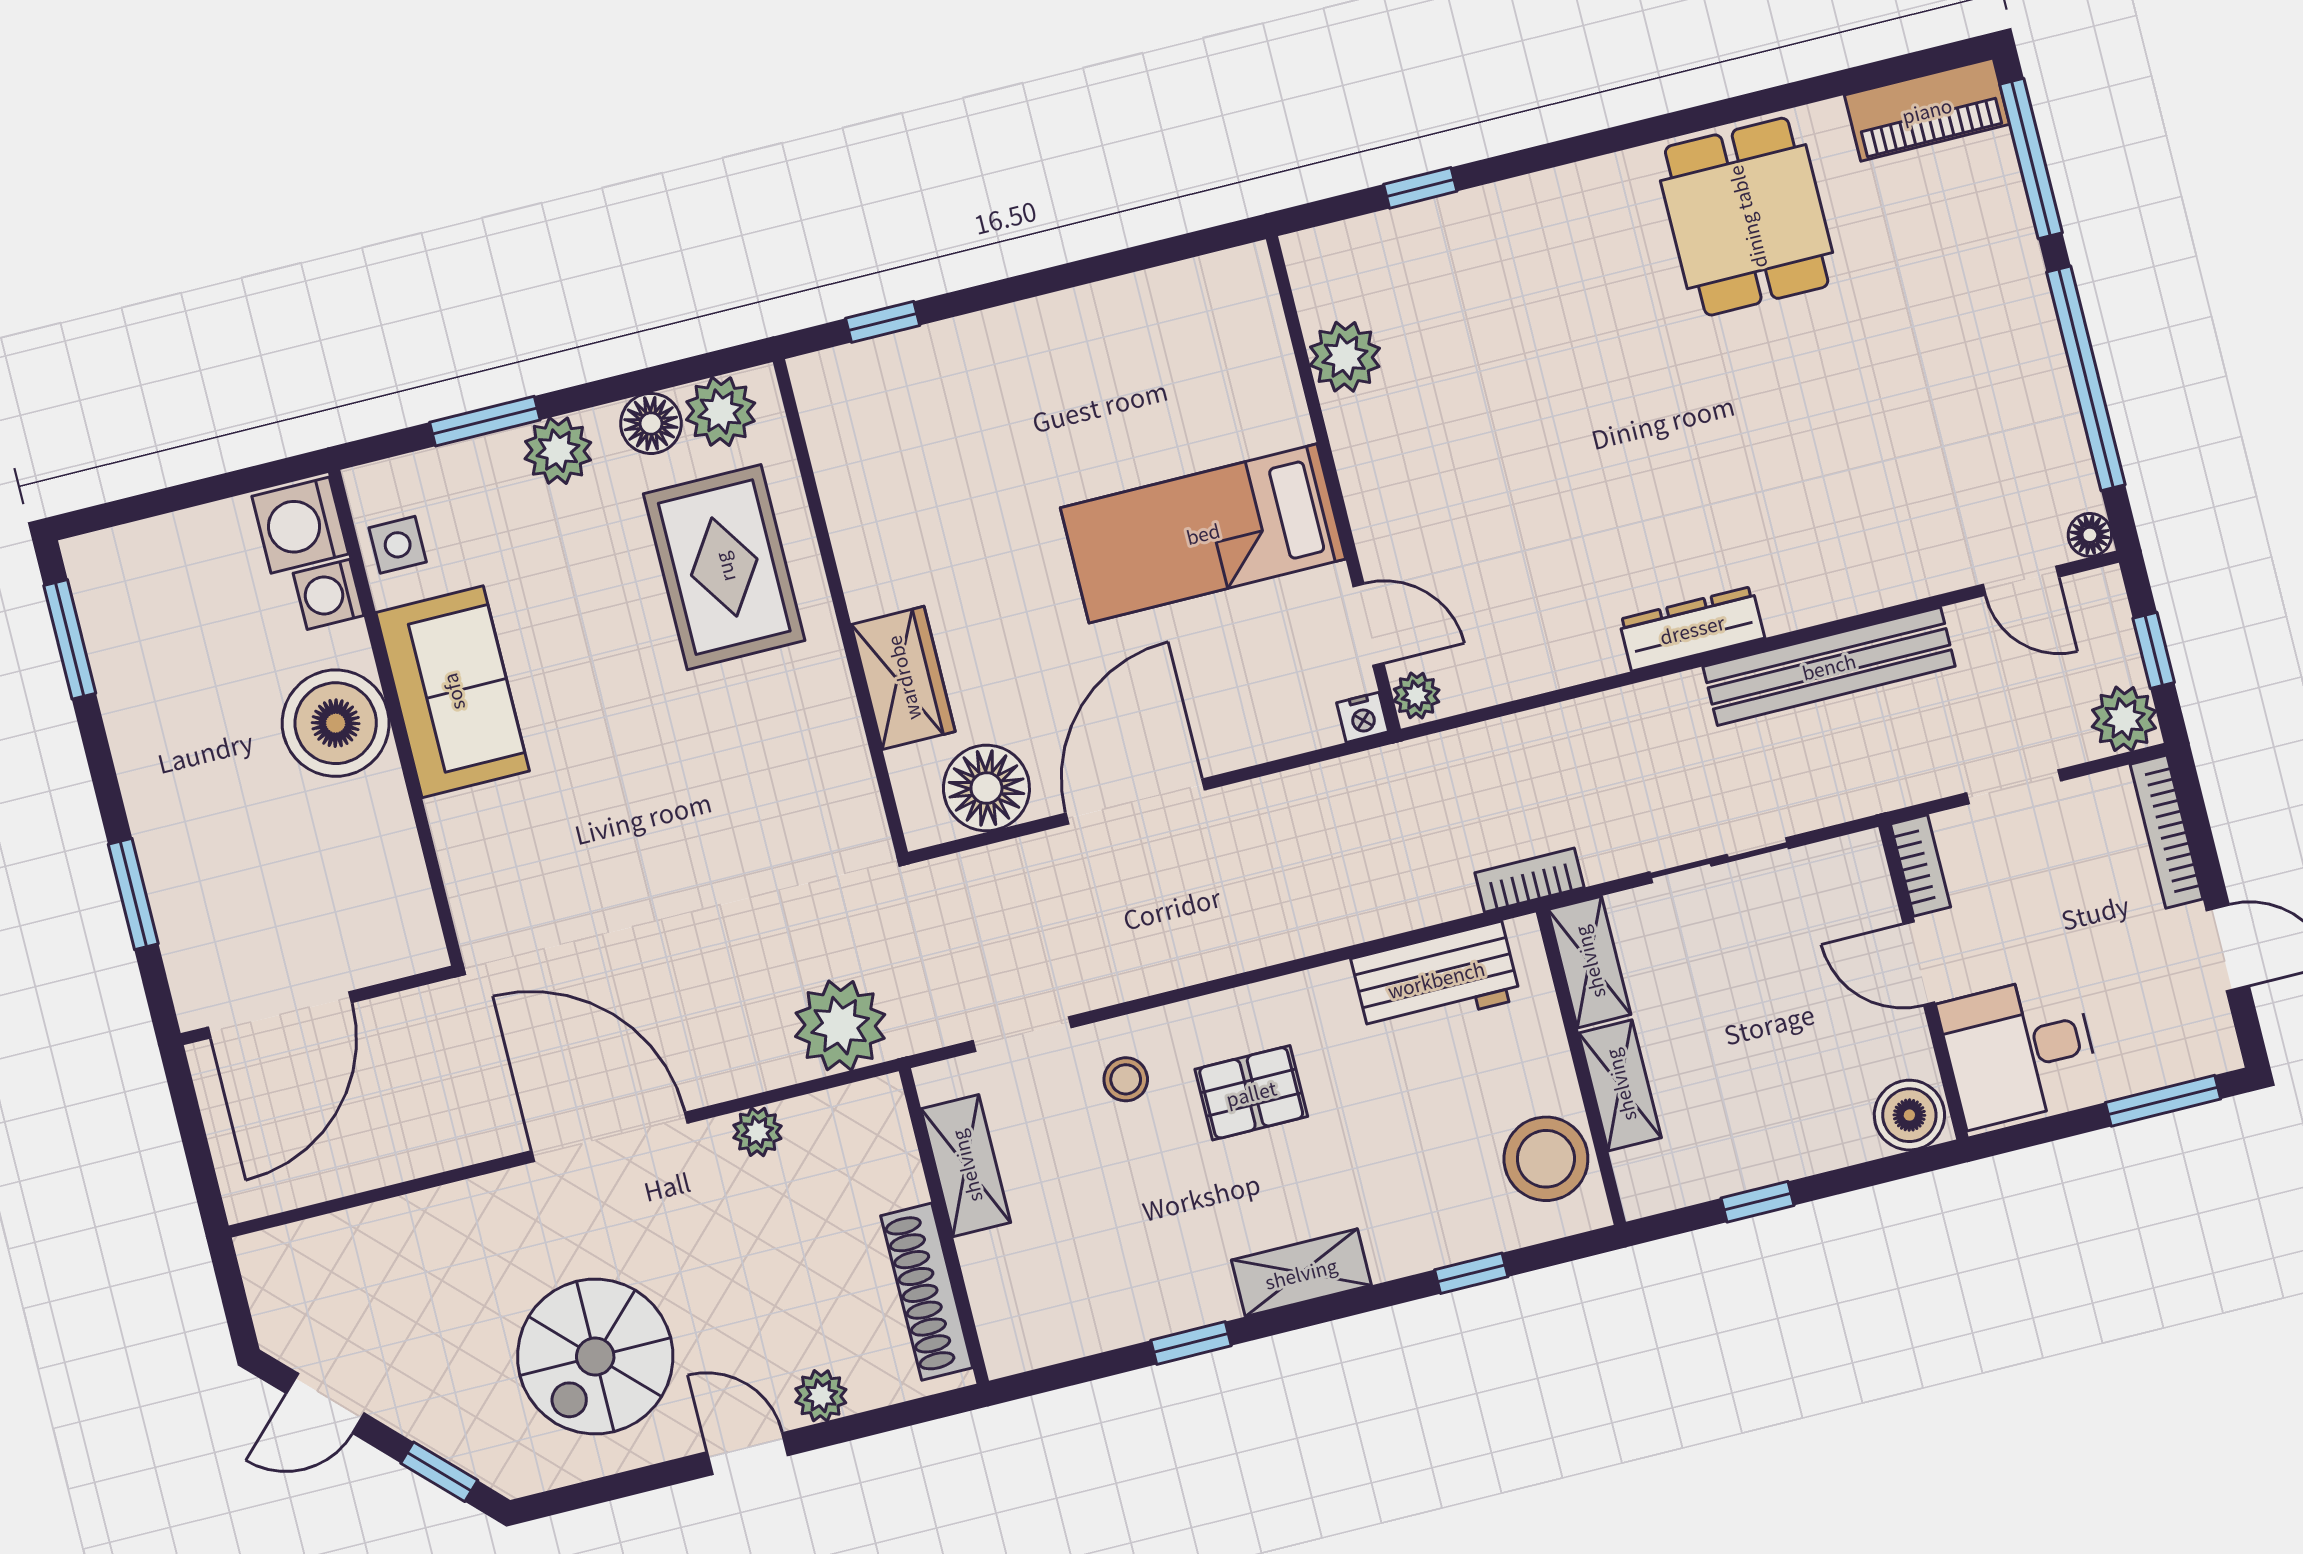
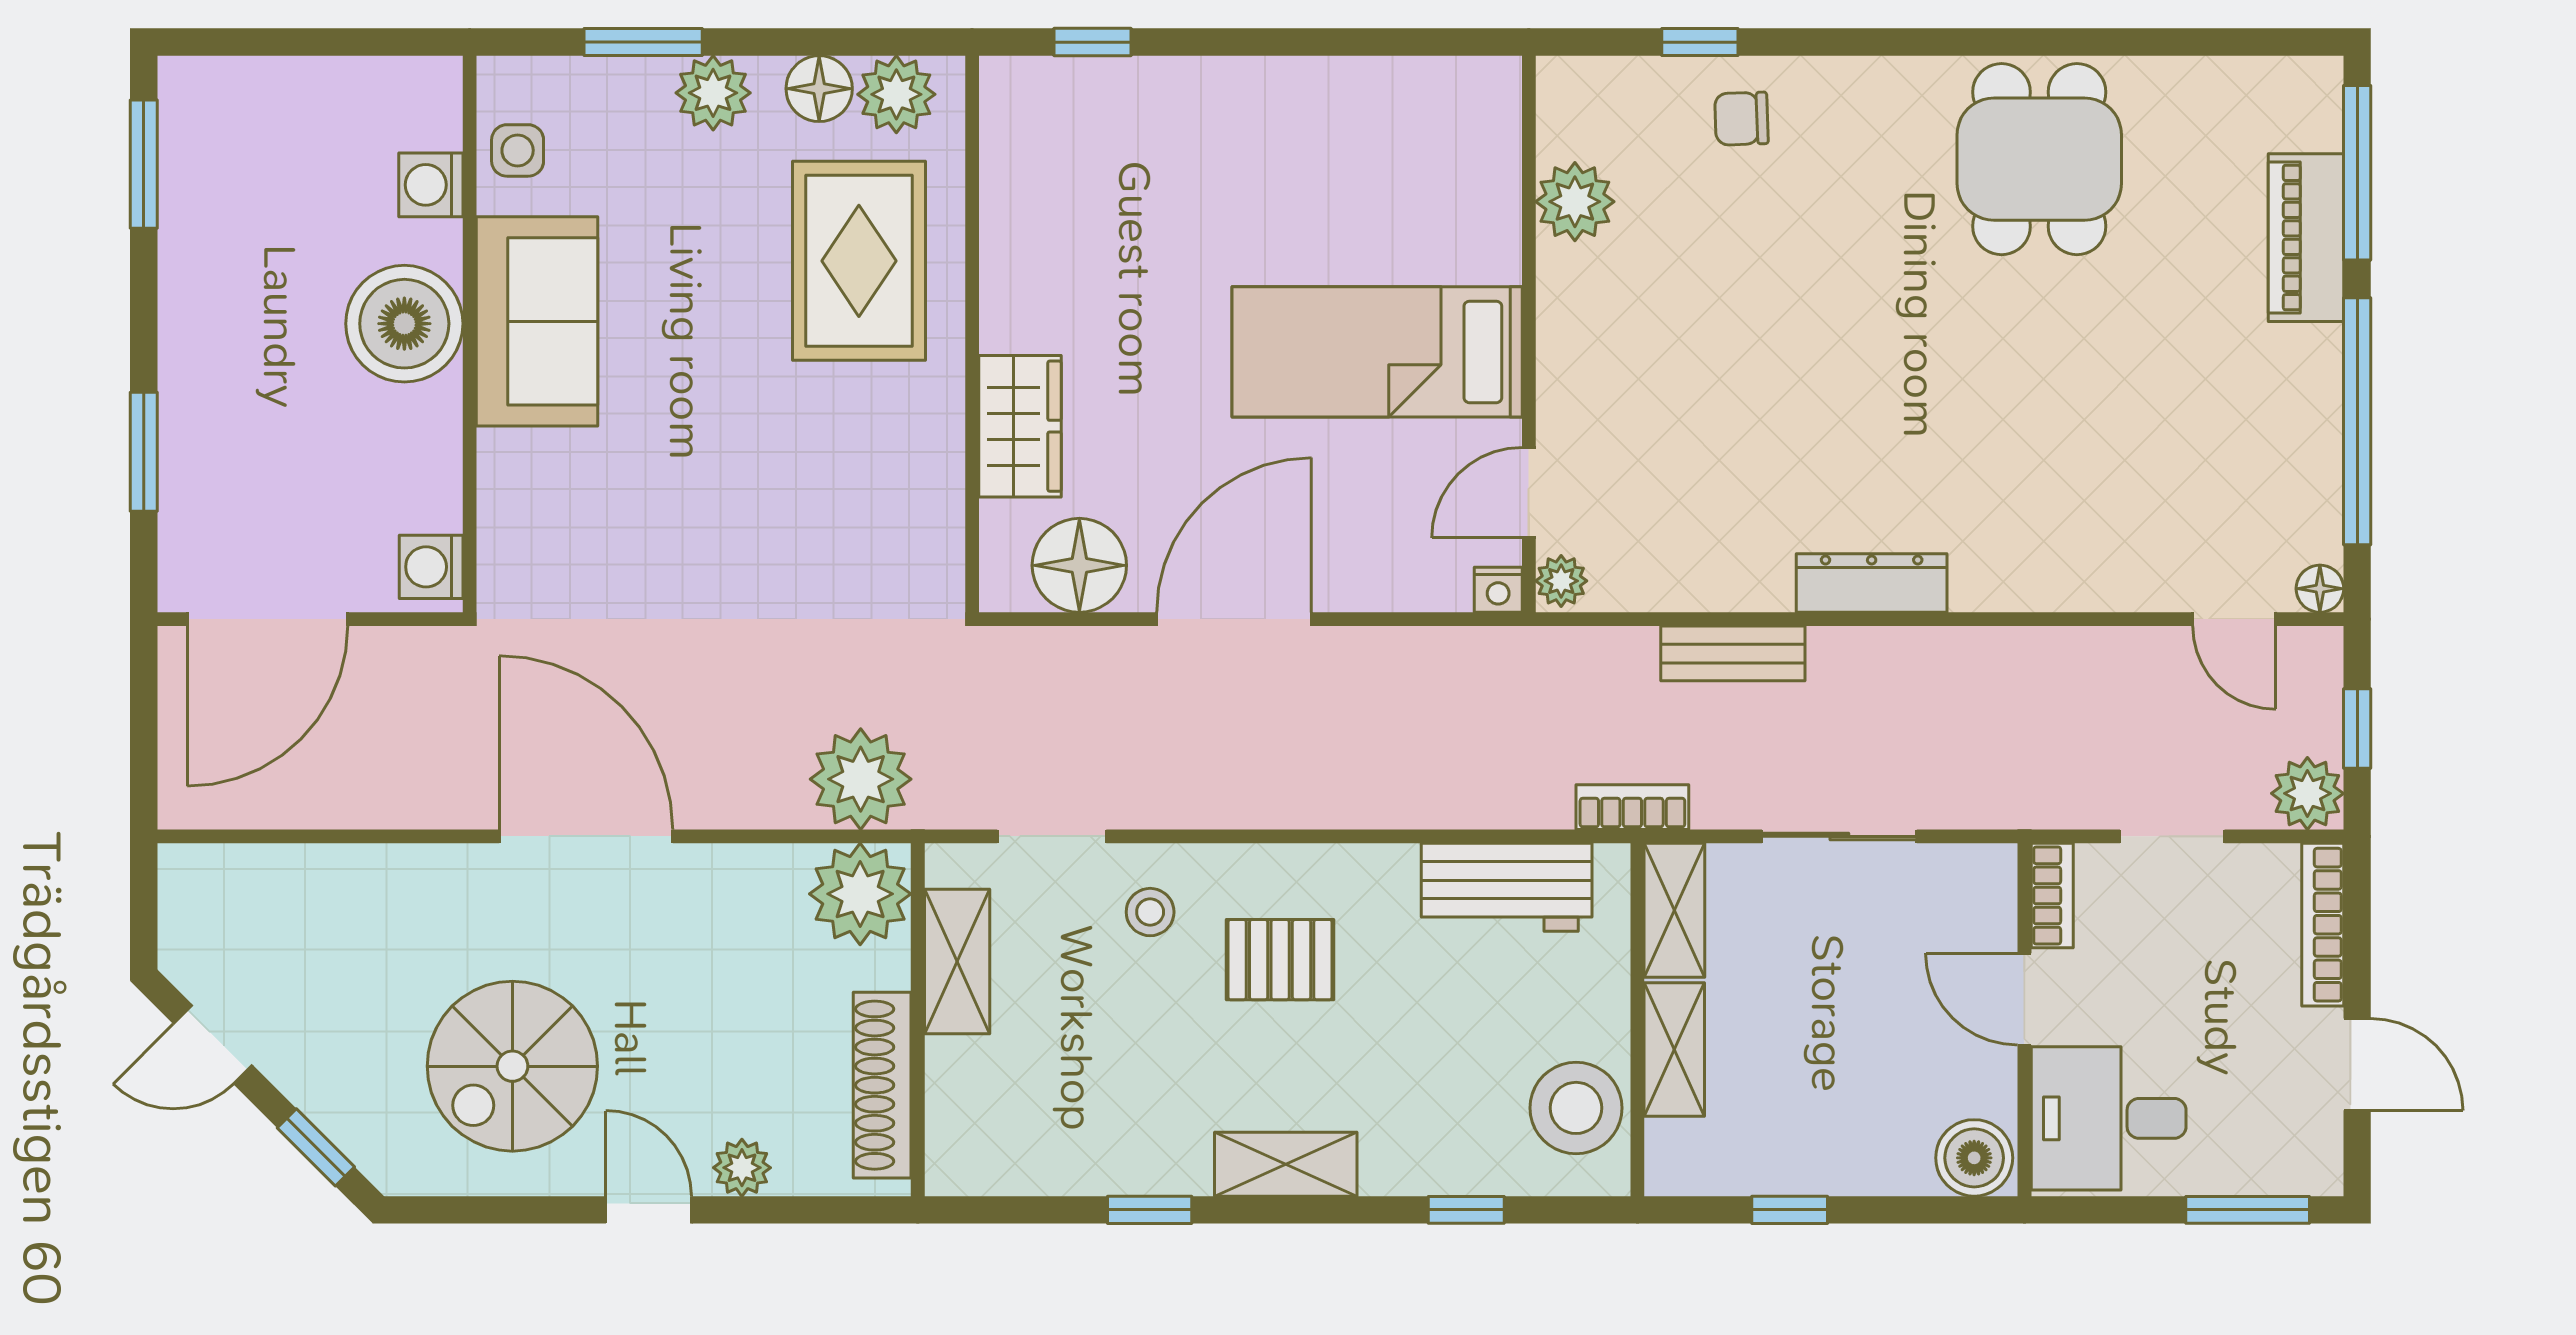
piano: (1927, 110) -> (2306, 238), moved, turned 90
chair: (1474, 246) -> (1741, 119), added
washing machine: (300, 525) -> (431, 567), moved, width x0.73, depth x0.73
door: (1368, 625) -> (1529, 493), swing flipped
bench: (1829, 666) -> (1733, 653), moved, width x0.54, depth x0.82
plant: (757, 1132) -> (860, 894), moved, width x1.88, depth x1.88

